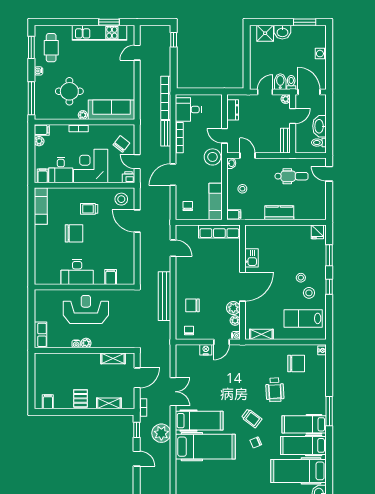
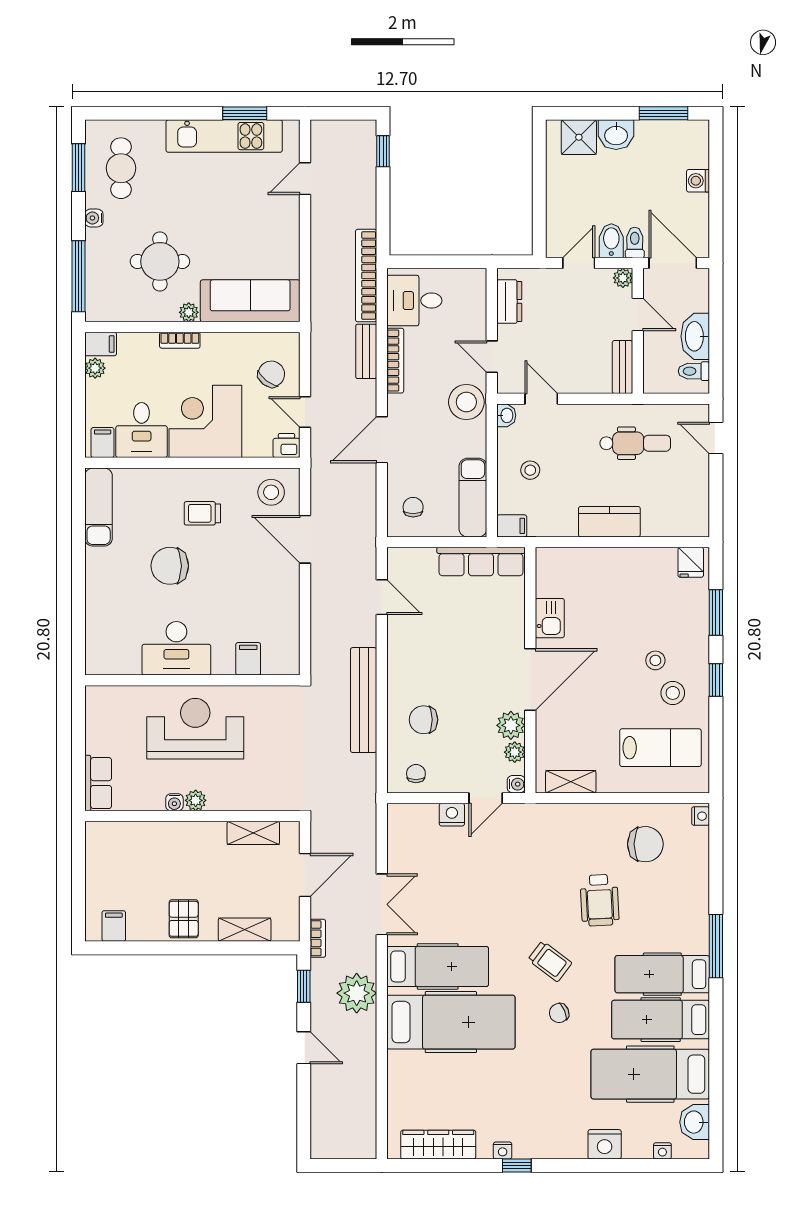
door: (293, 116) -> (638, 314), hinge flipped
chair: (74, 233) -> (170, 566), turned 180
lab bench: (303, 318) -> (660, 748), turned 180

